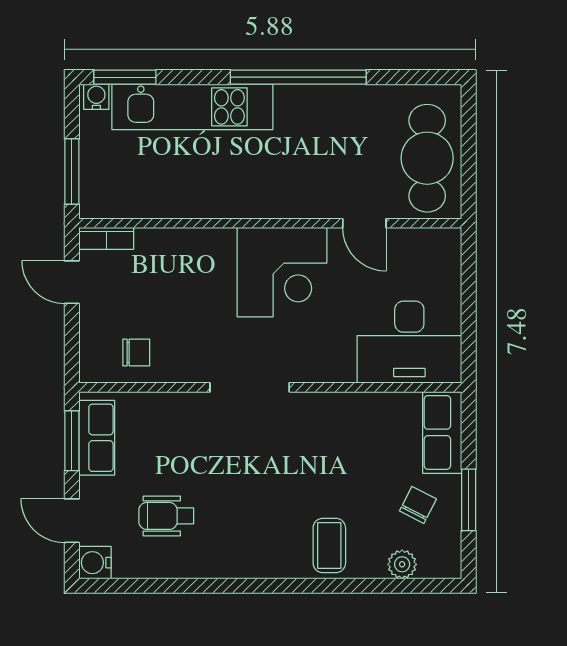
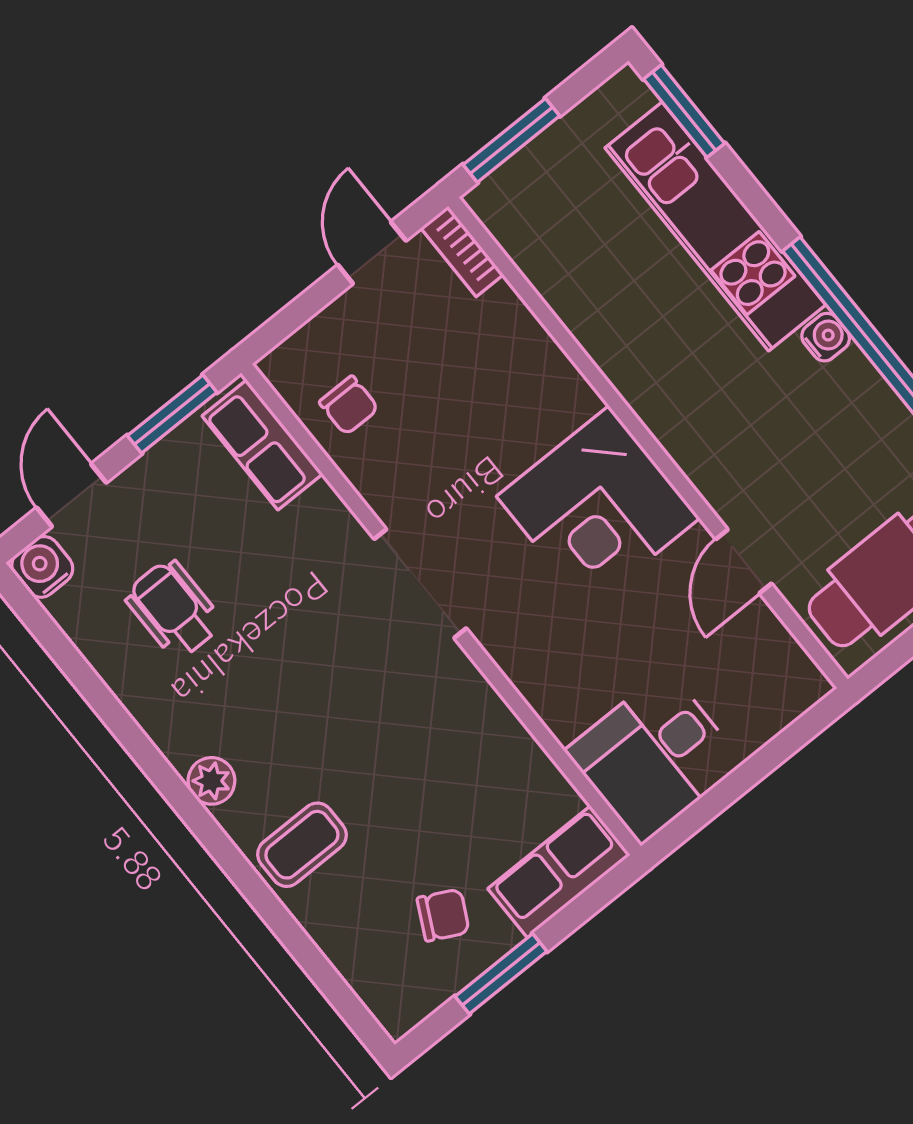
water cooler: (96, 97) -> (826, 337), moved
desk: (409, 342) -> (654, 757), width x0.73
row of seats: (97, 438) -> (262, 445), moved, turned 90
plant: (402, 564) -> (211, 781), moved

